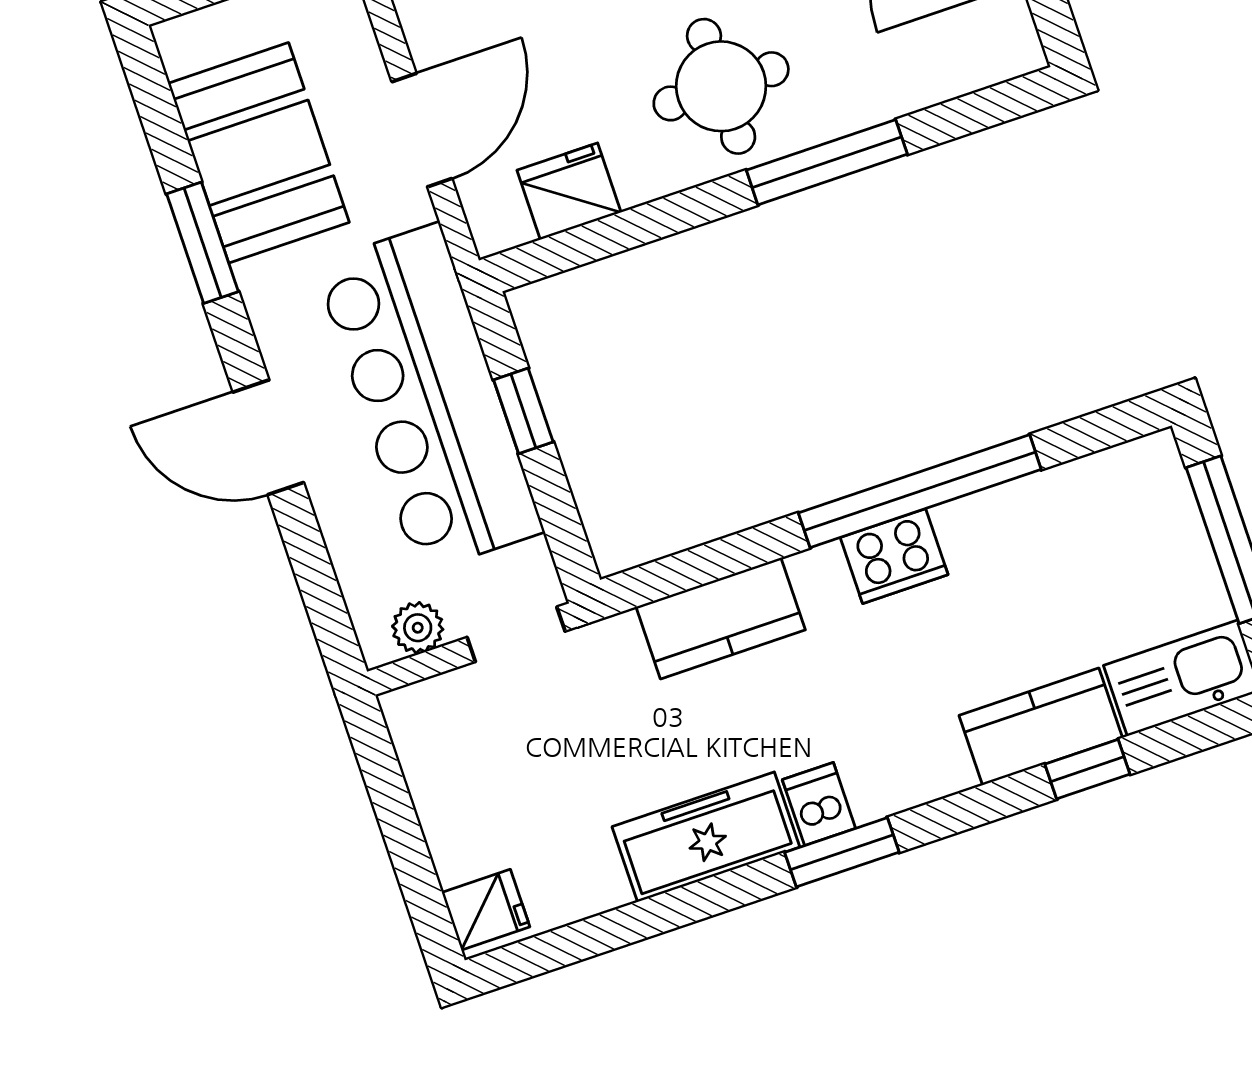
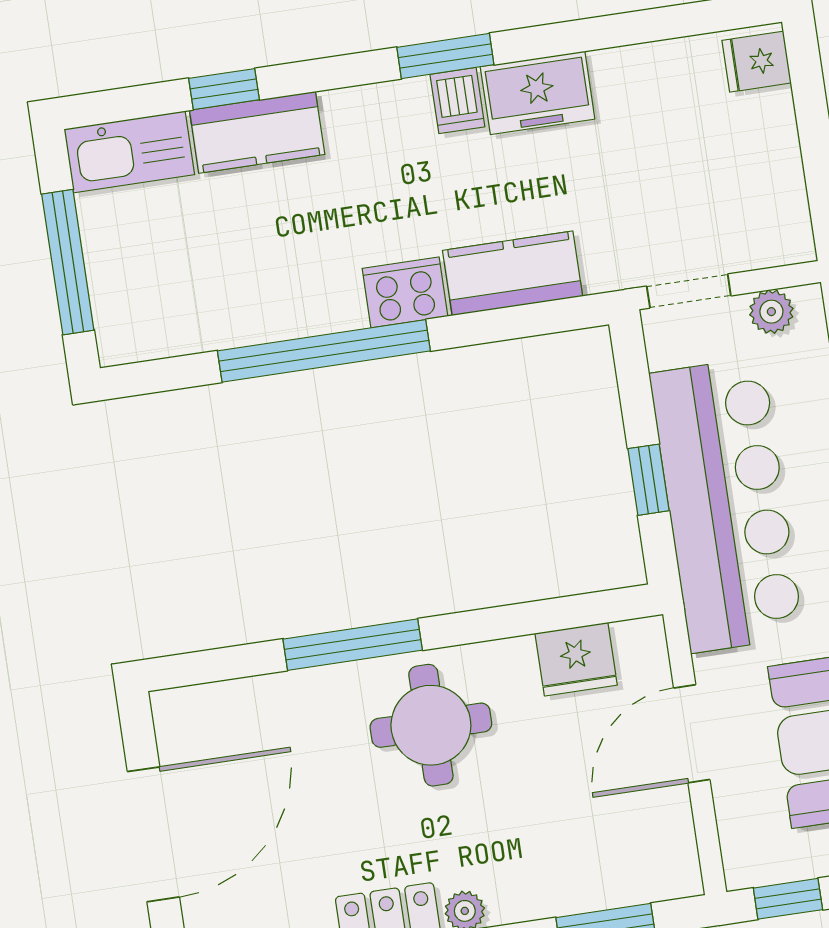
cooker: (894, 556) -> (405, 292), moved
freezer: (706, 837) -> (538, 93), width x0.71

